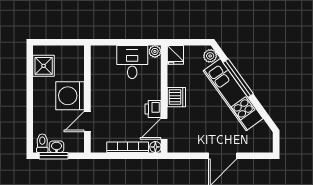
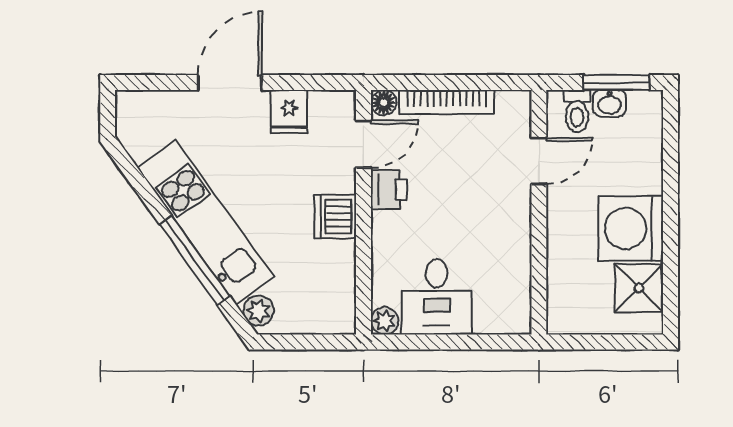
fridge: (175, 55) -> (289, 112), moved, turned 180
washing machine: (70, 96) -> (631, 229), moved, turned 180
toilet: (42, 143) -> (577, 111), moved

